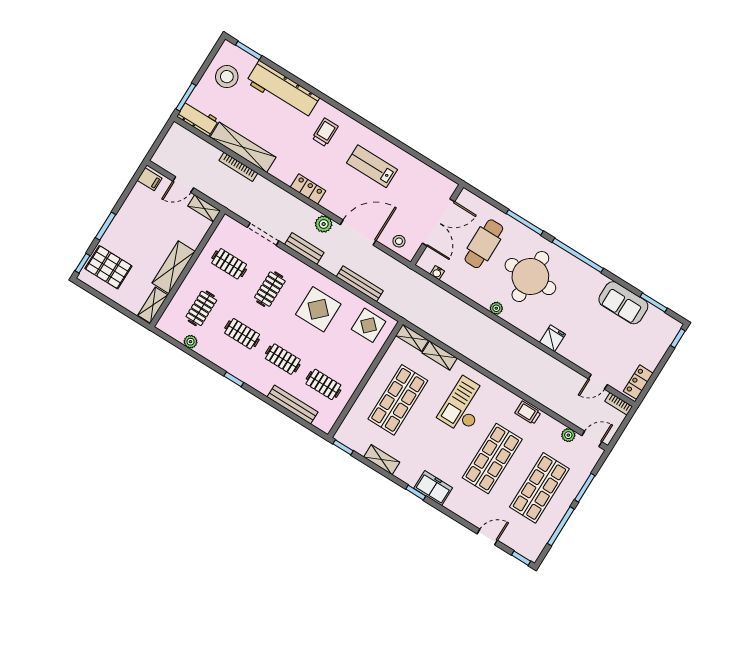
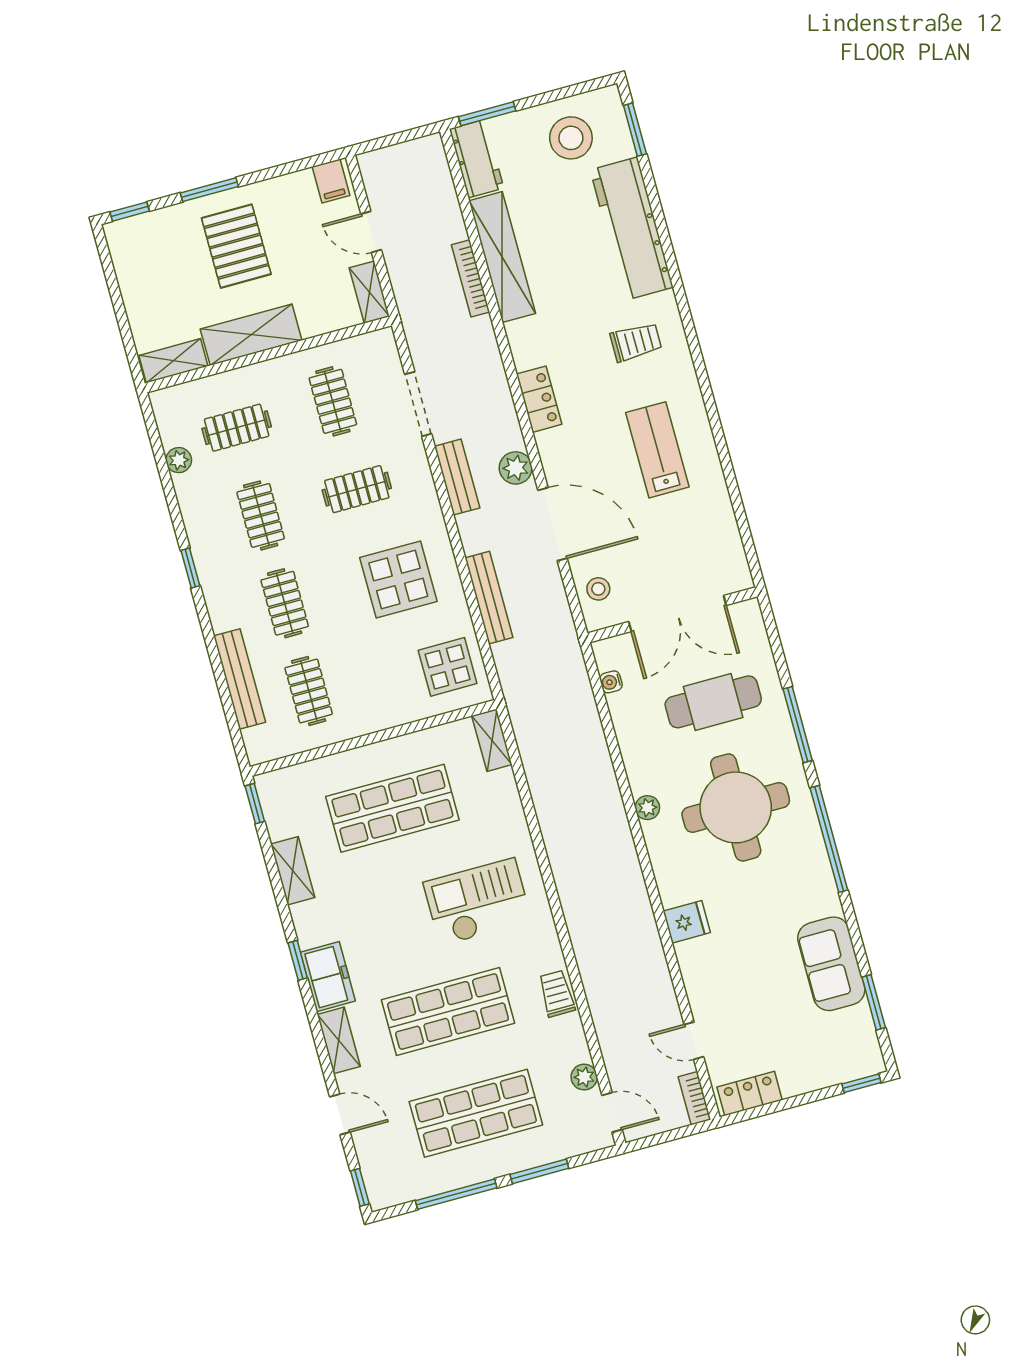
pallet: (108, 267) -> (236, 246), moved
shelving: (440, 356) -> (339, 1040), moved

